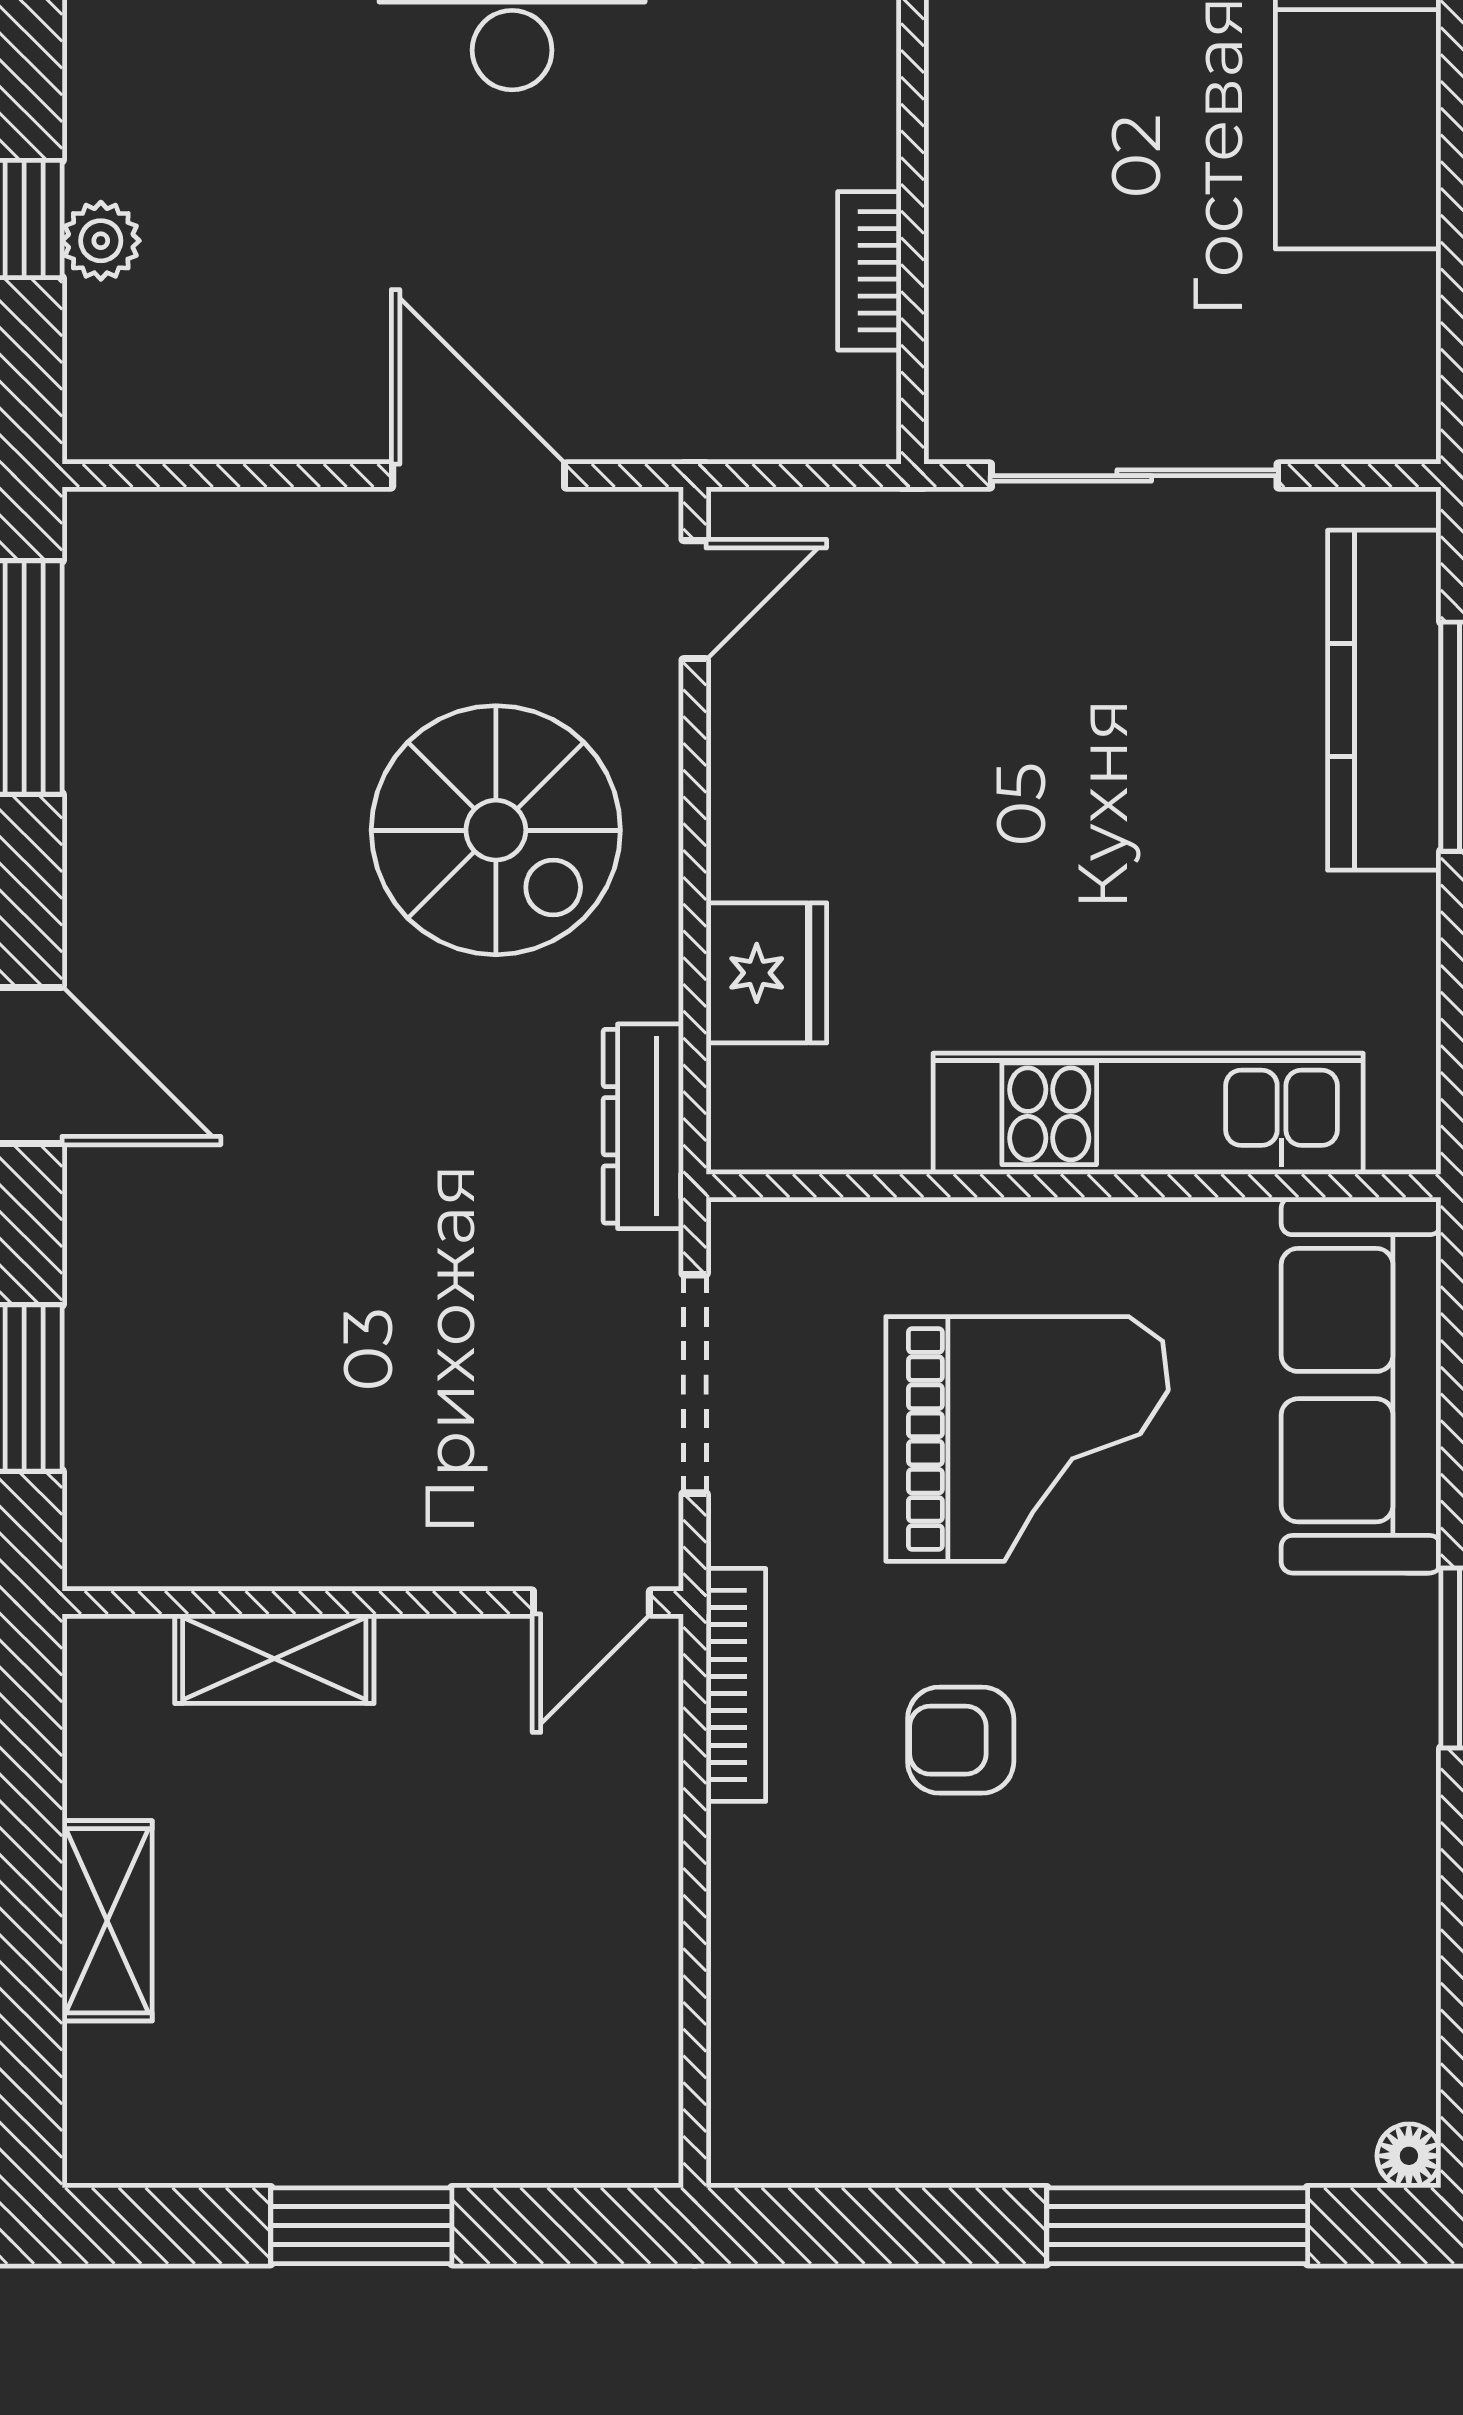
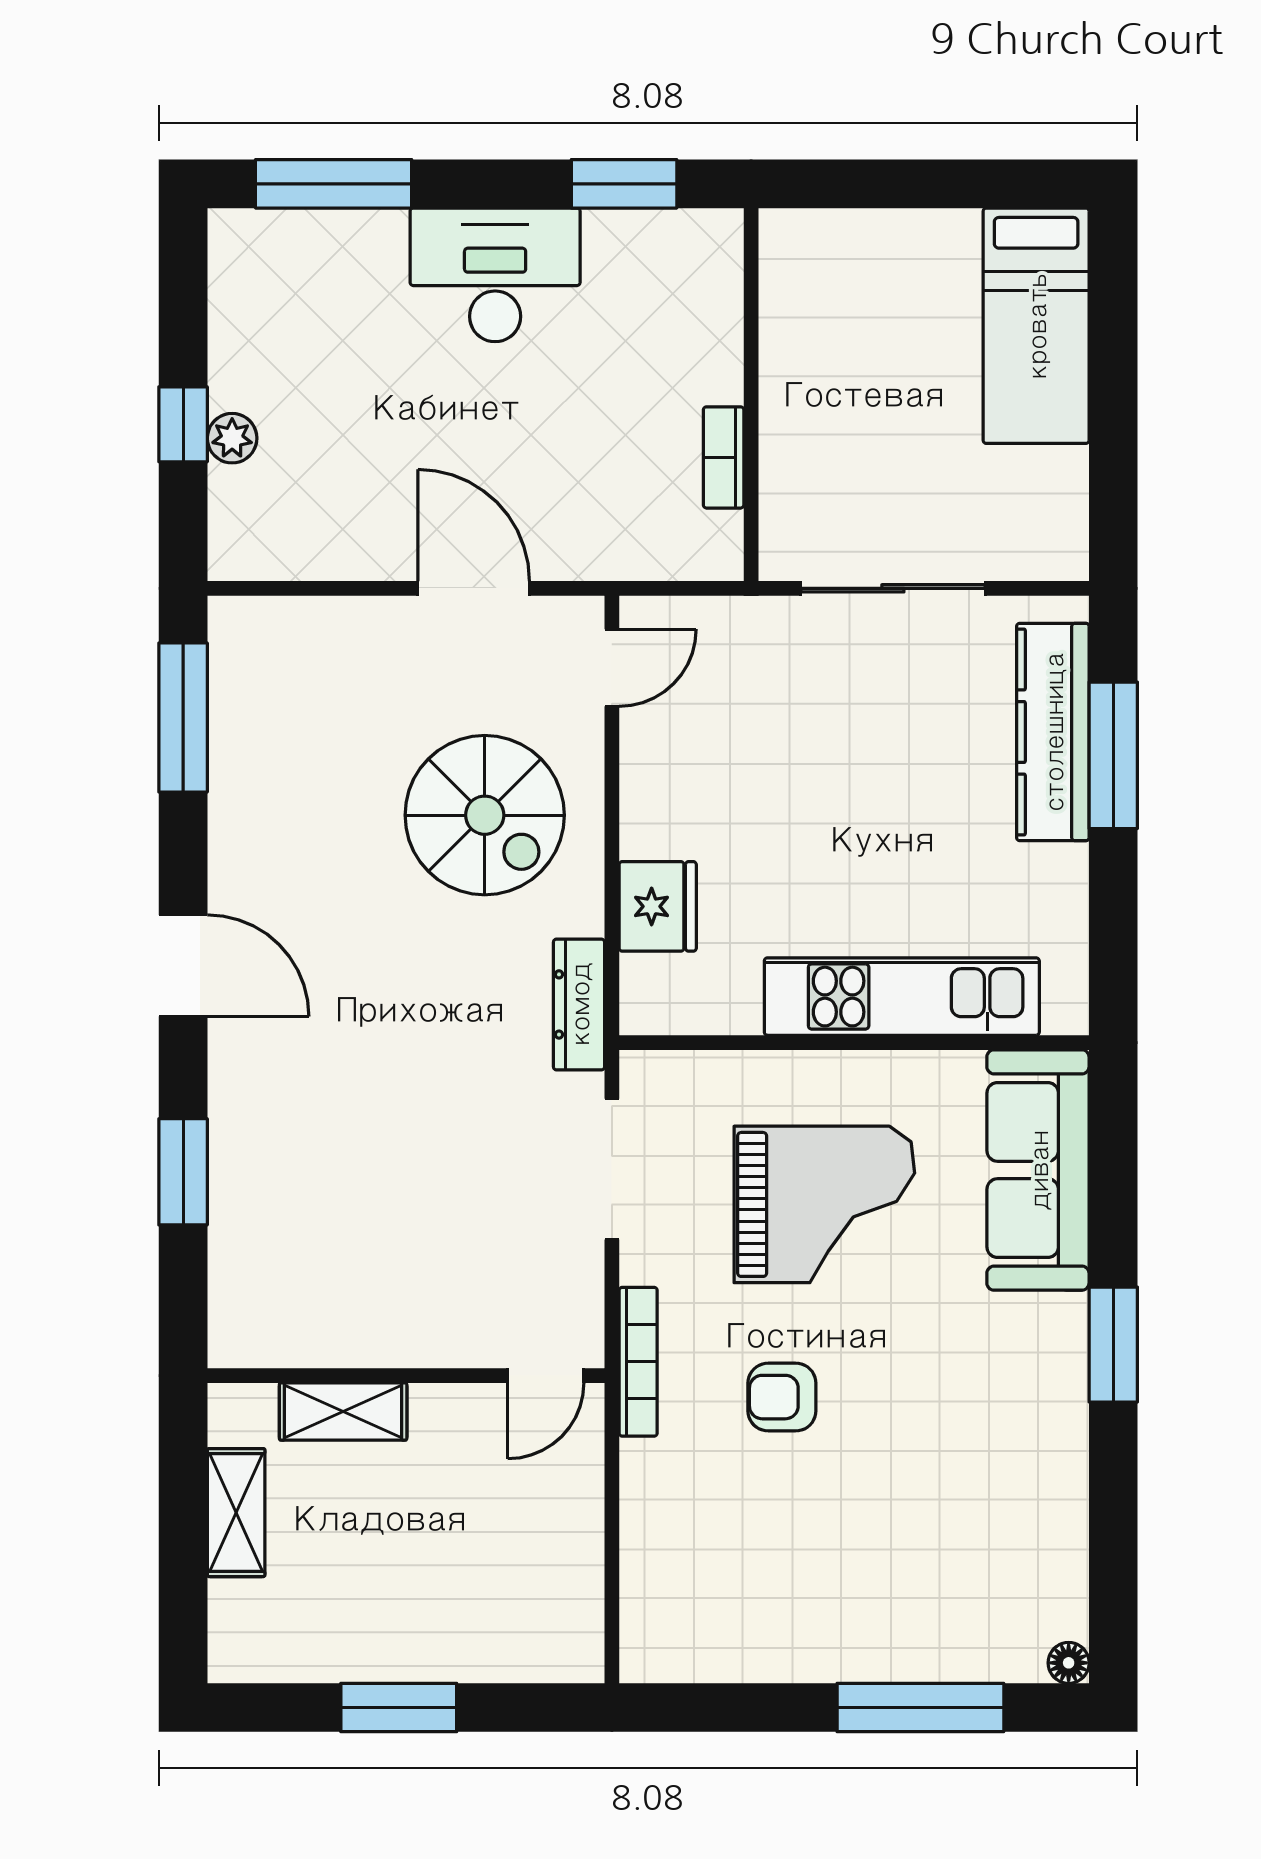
wall: (373, 1602) -> (406, 1376), moved
door: (591, 1602) -> (546, 1376), moved
shelving: (274, 1659) -> (343, 1412), moved

